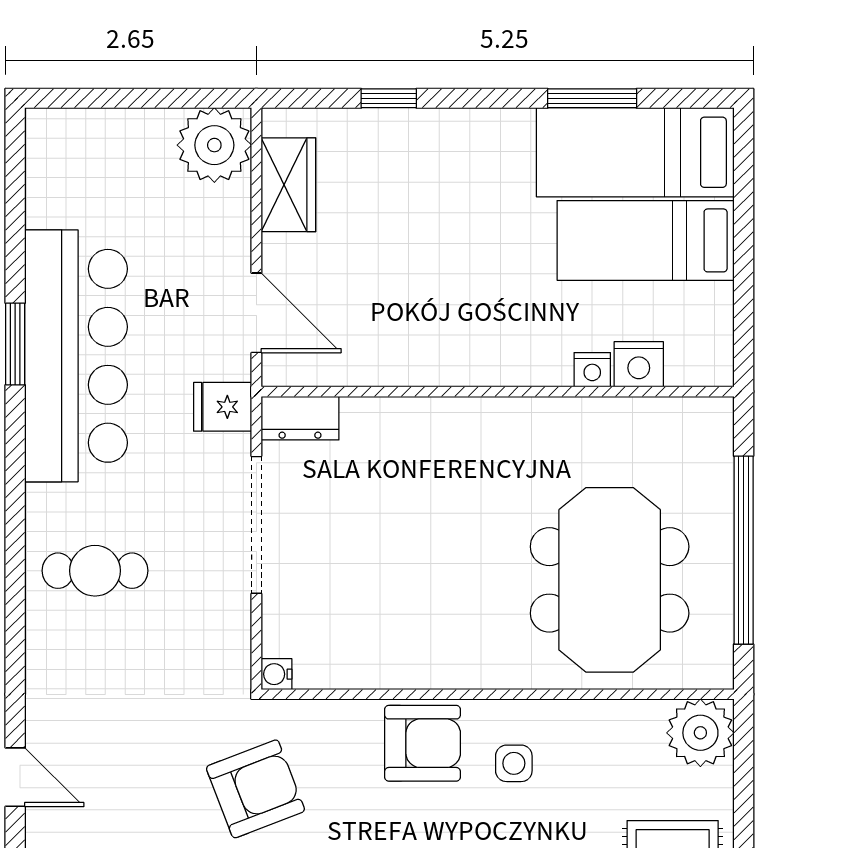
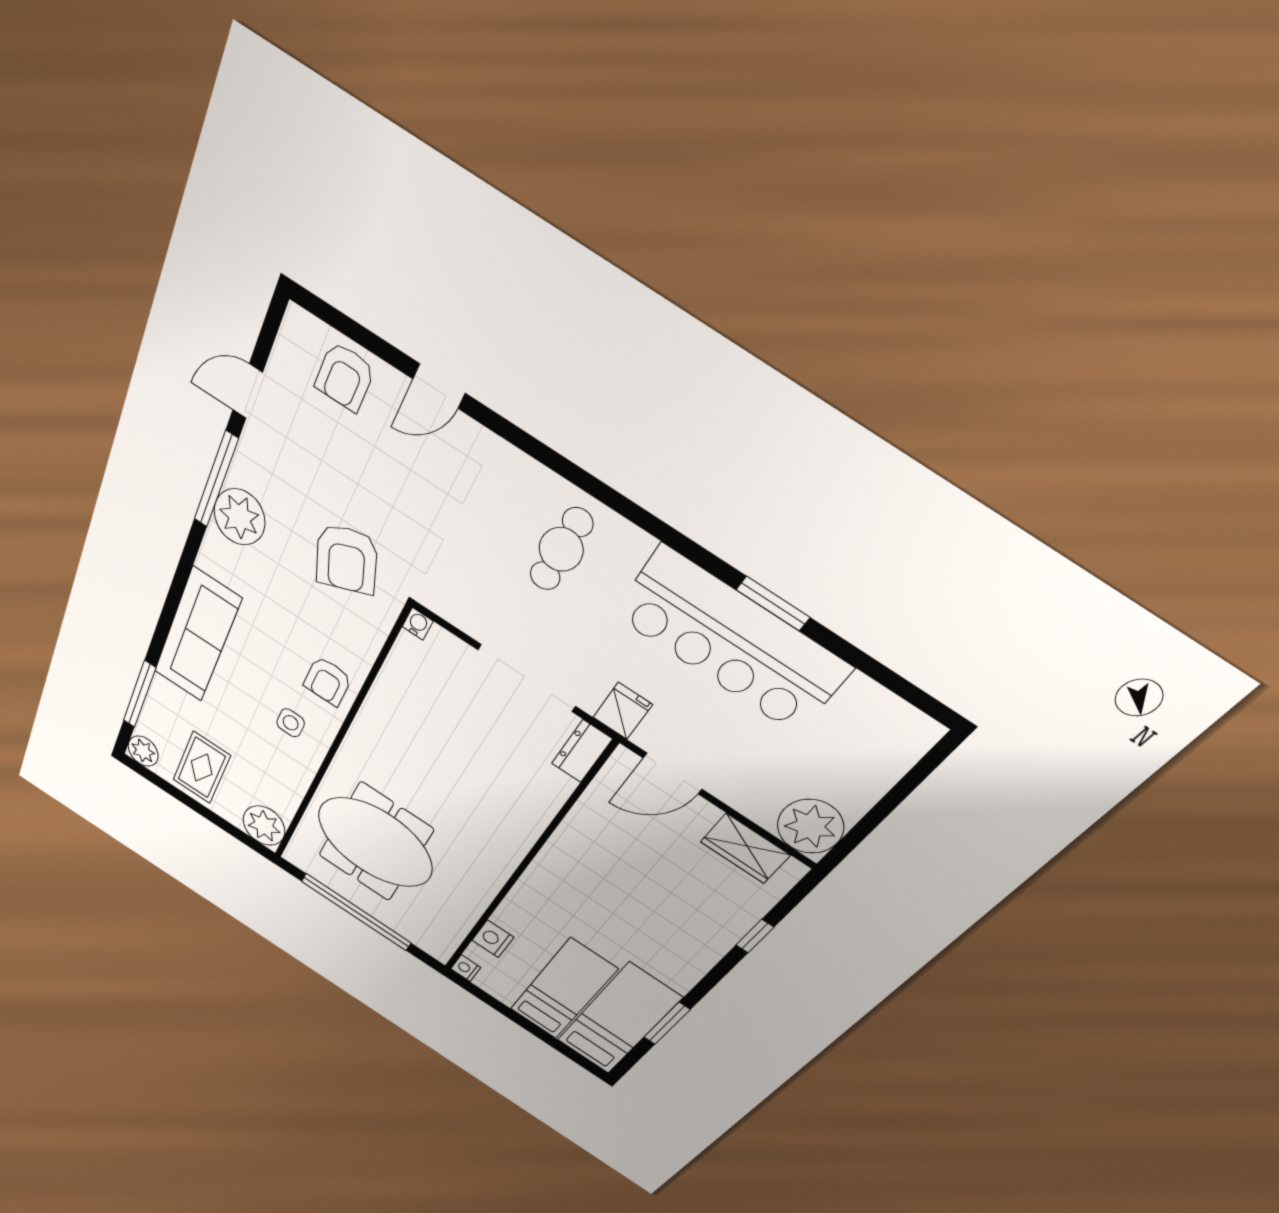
nightstand: (592, 370) -> (466, 968), moved
armchair: (423, 743) -> (327, 681), width x0.72, depth x0.72

